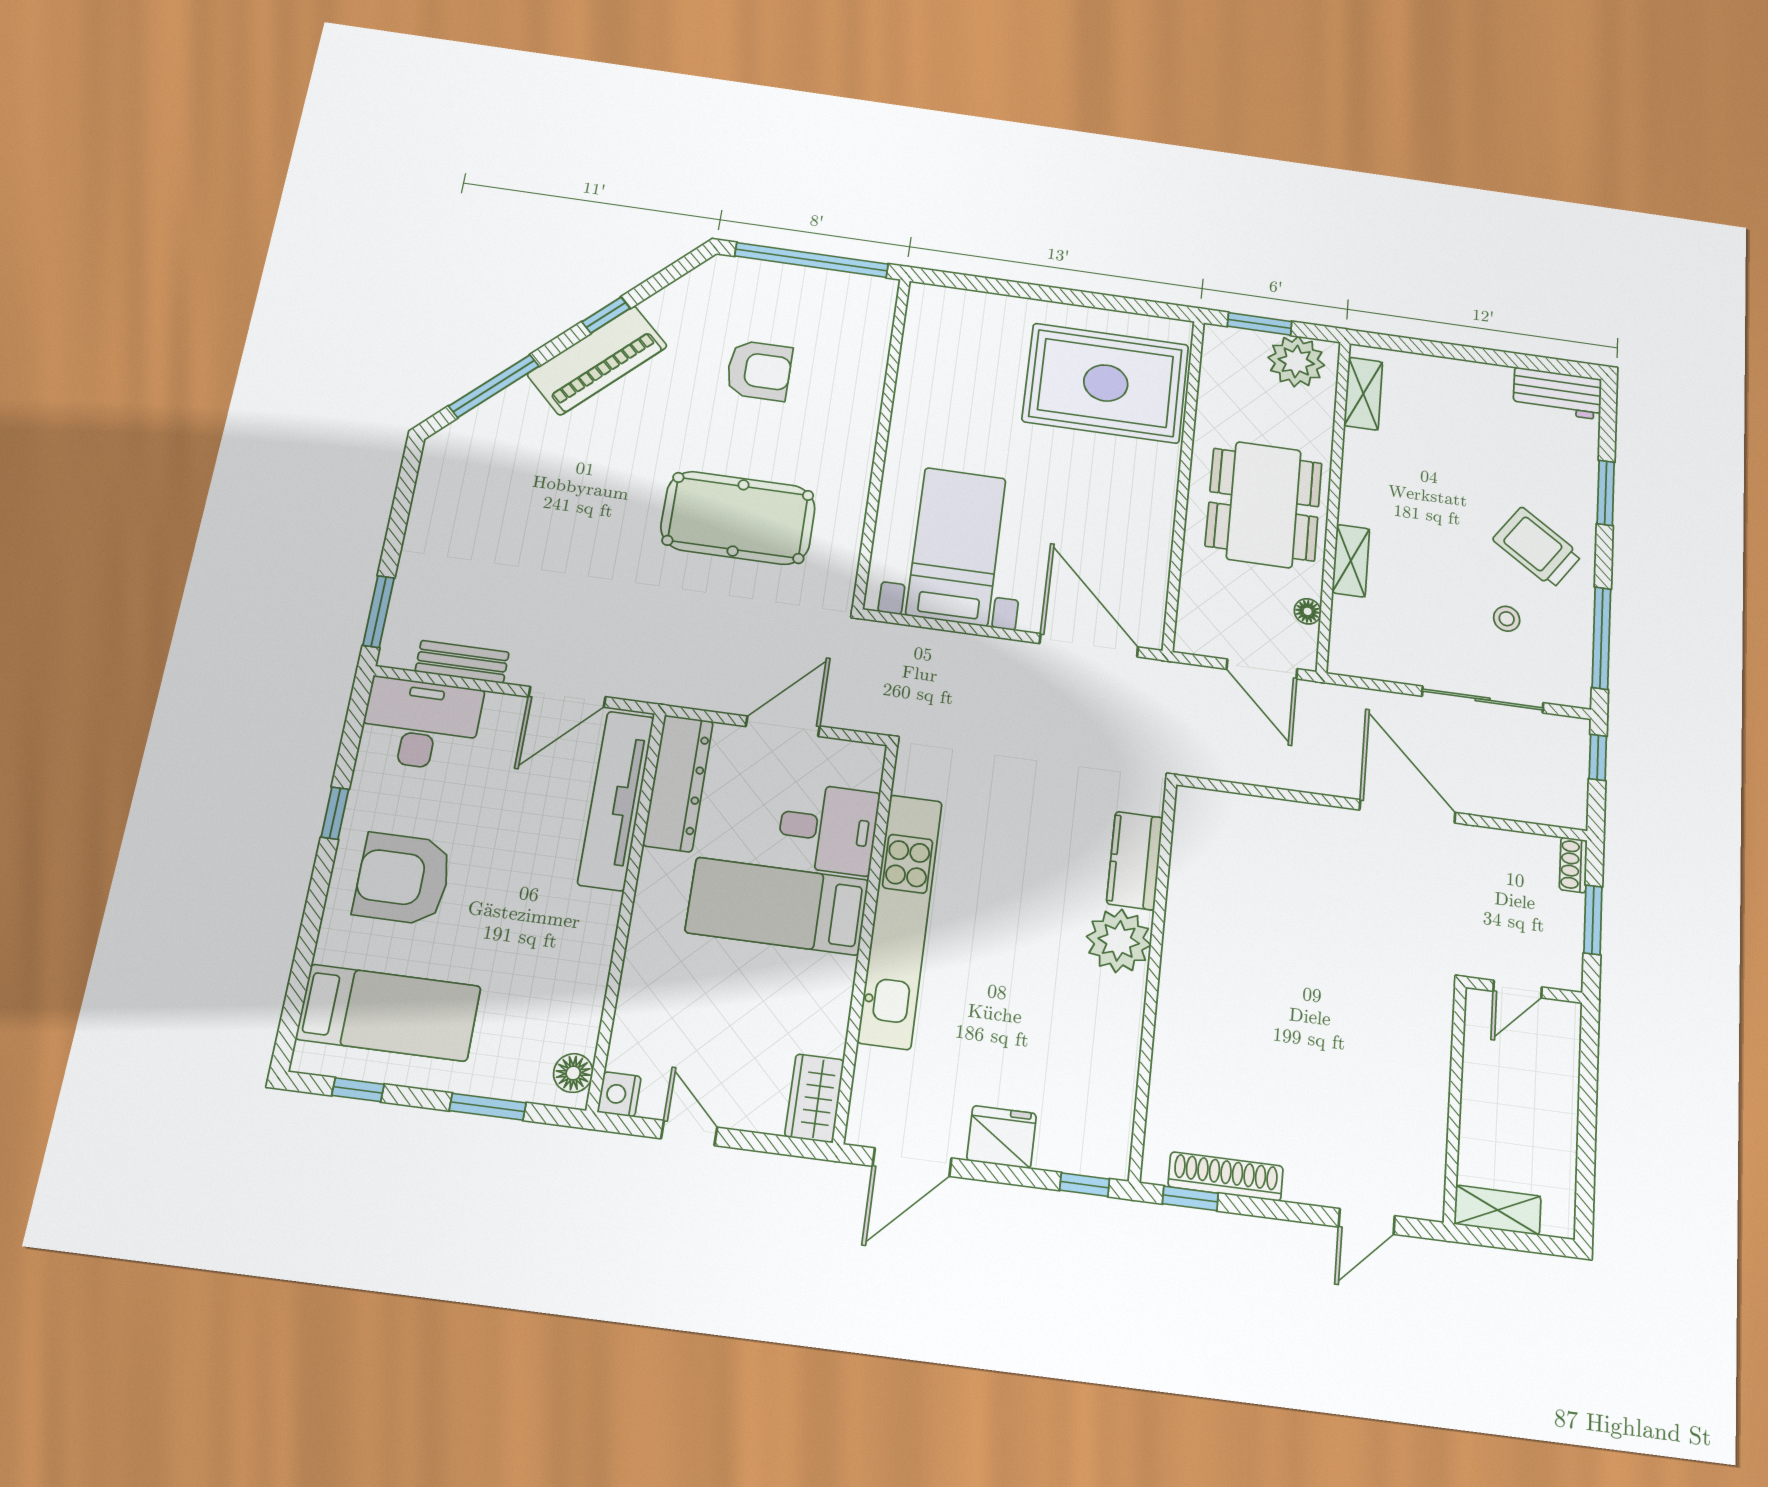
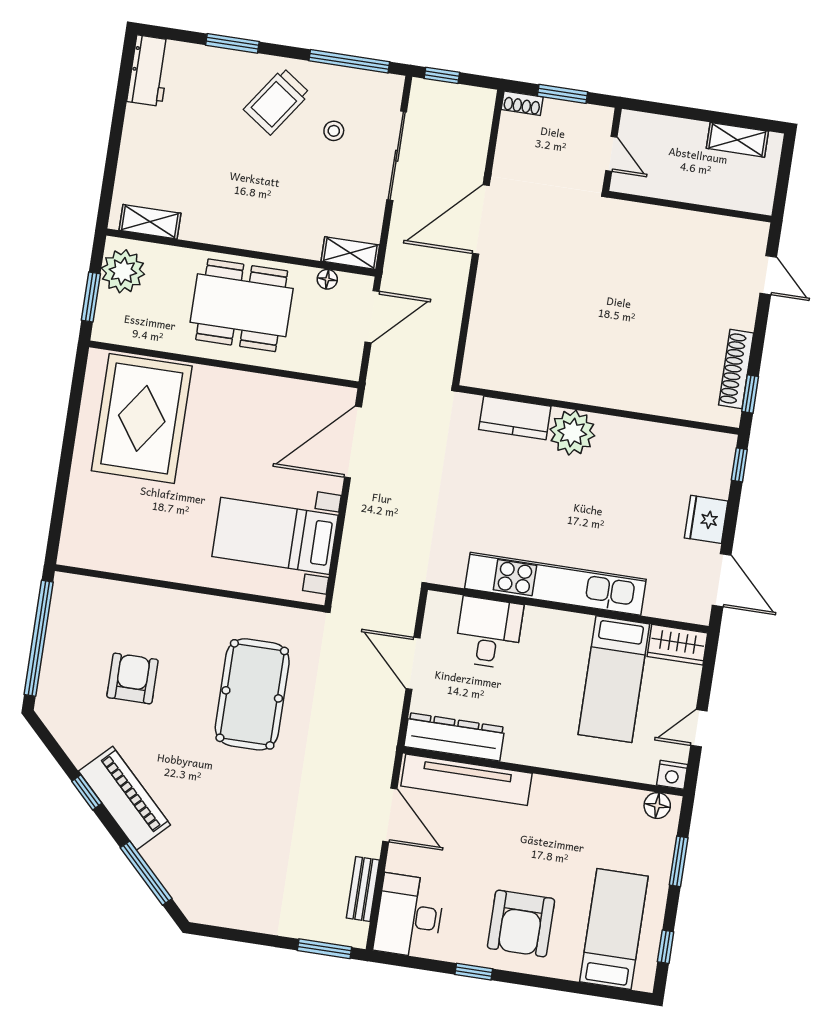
shelving: (1351, 561) -> (350, 253), moved
bed: (777, 906) -> (614, 679), moved
shelving: (1498, 1210) -> (737, 140), moved, turned 90

